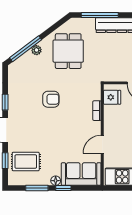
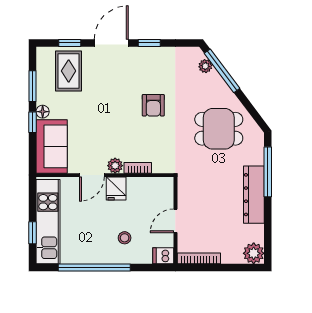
plant: (36, 50) -> (205, 66), moved
fridge: (112, 97) -> (116, 188), moved
plant: (95, 127) -> (115, 166), added
door: (102, 144) -> (92, 175), swing flipped

